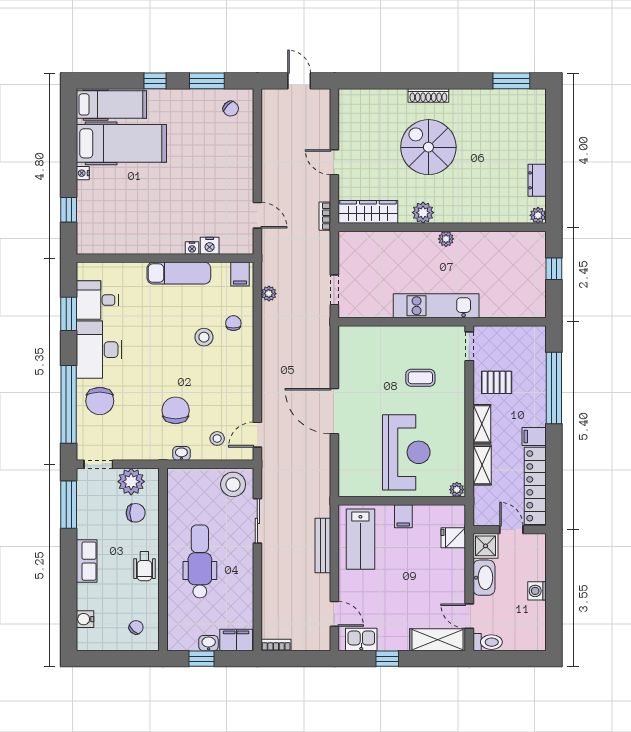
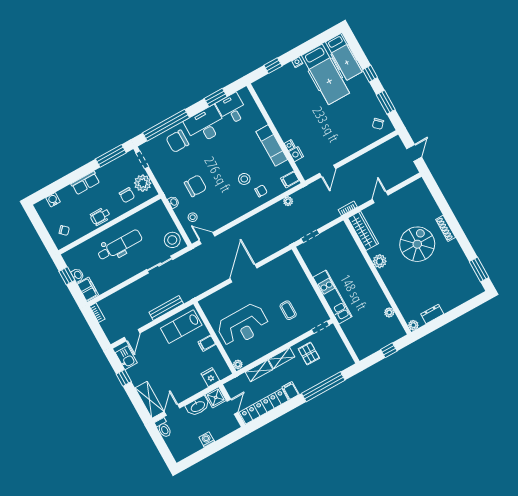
plant: (446, 239) -> (389, 312), moved

